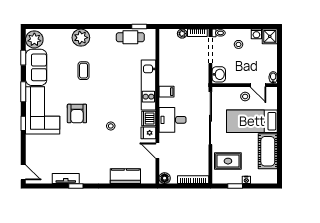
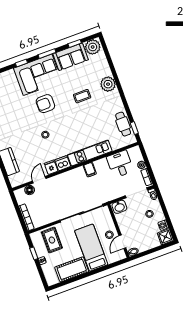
desk: (172, 120) -> (120, 164), moved
floor lamp: (165, 178) -> (30, 190), moved

